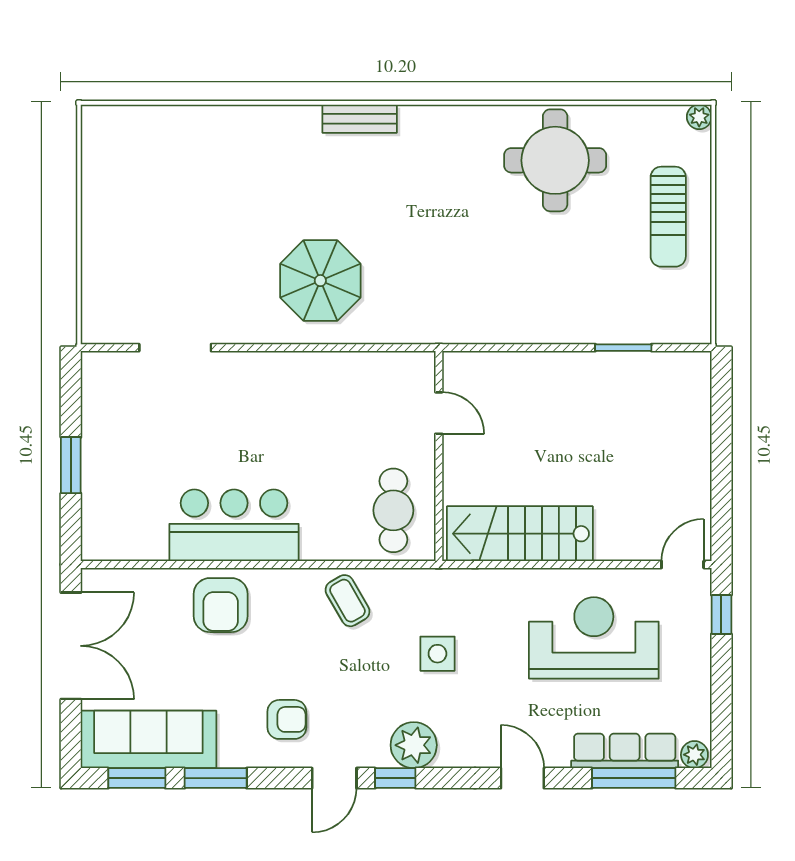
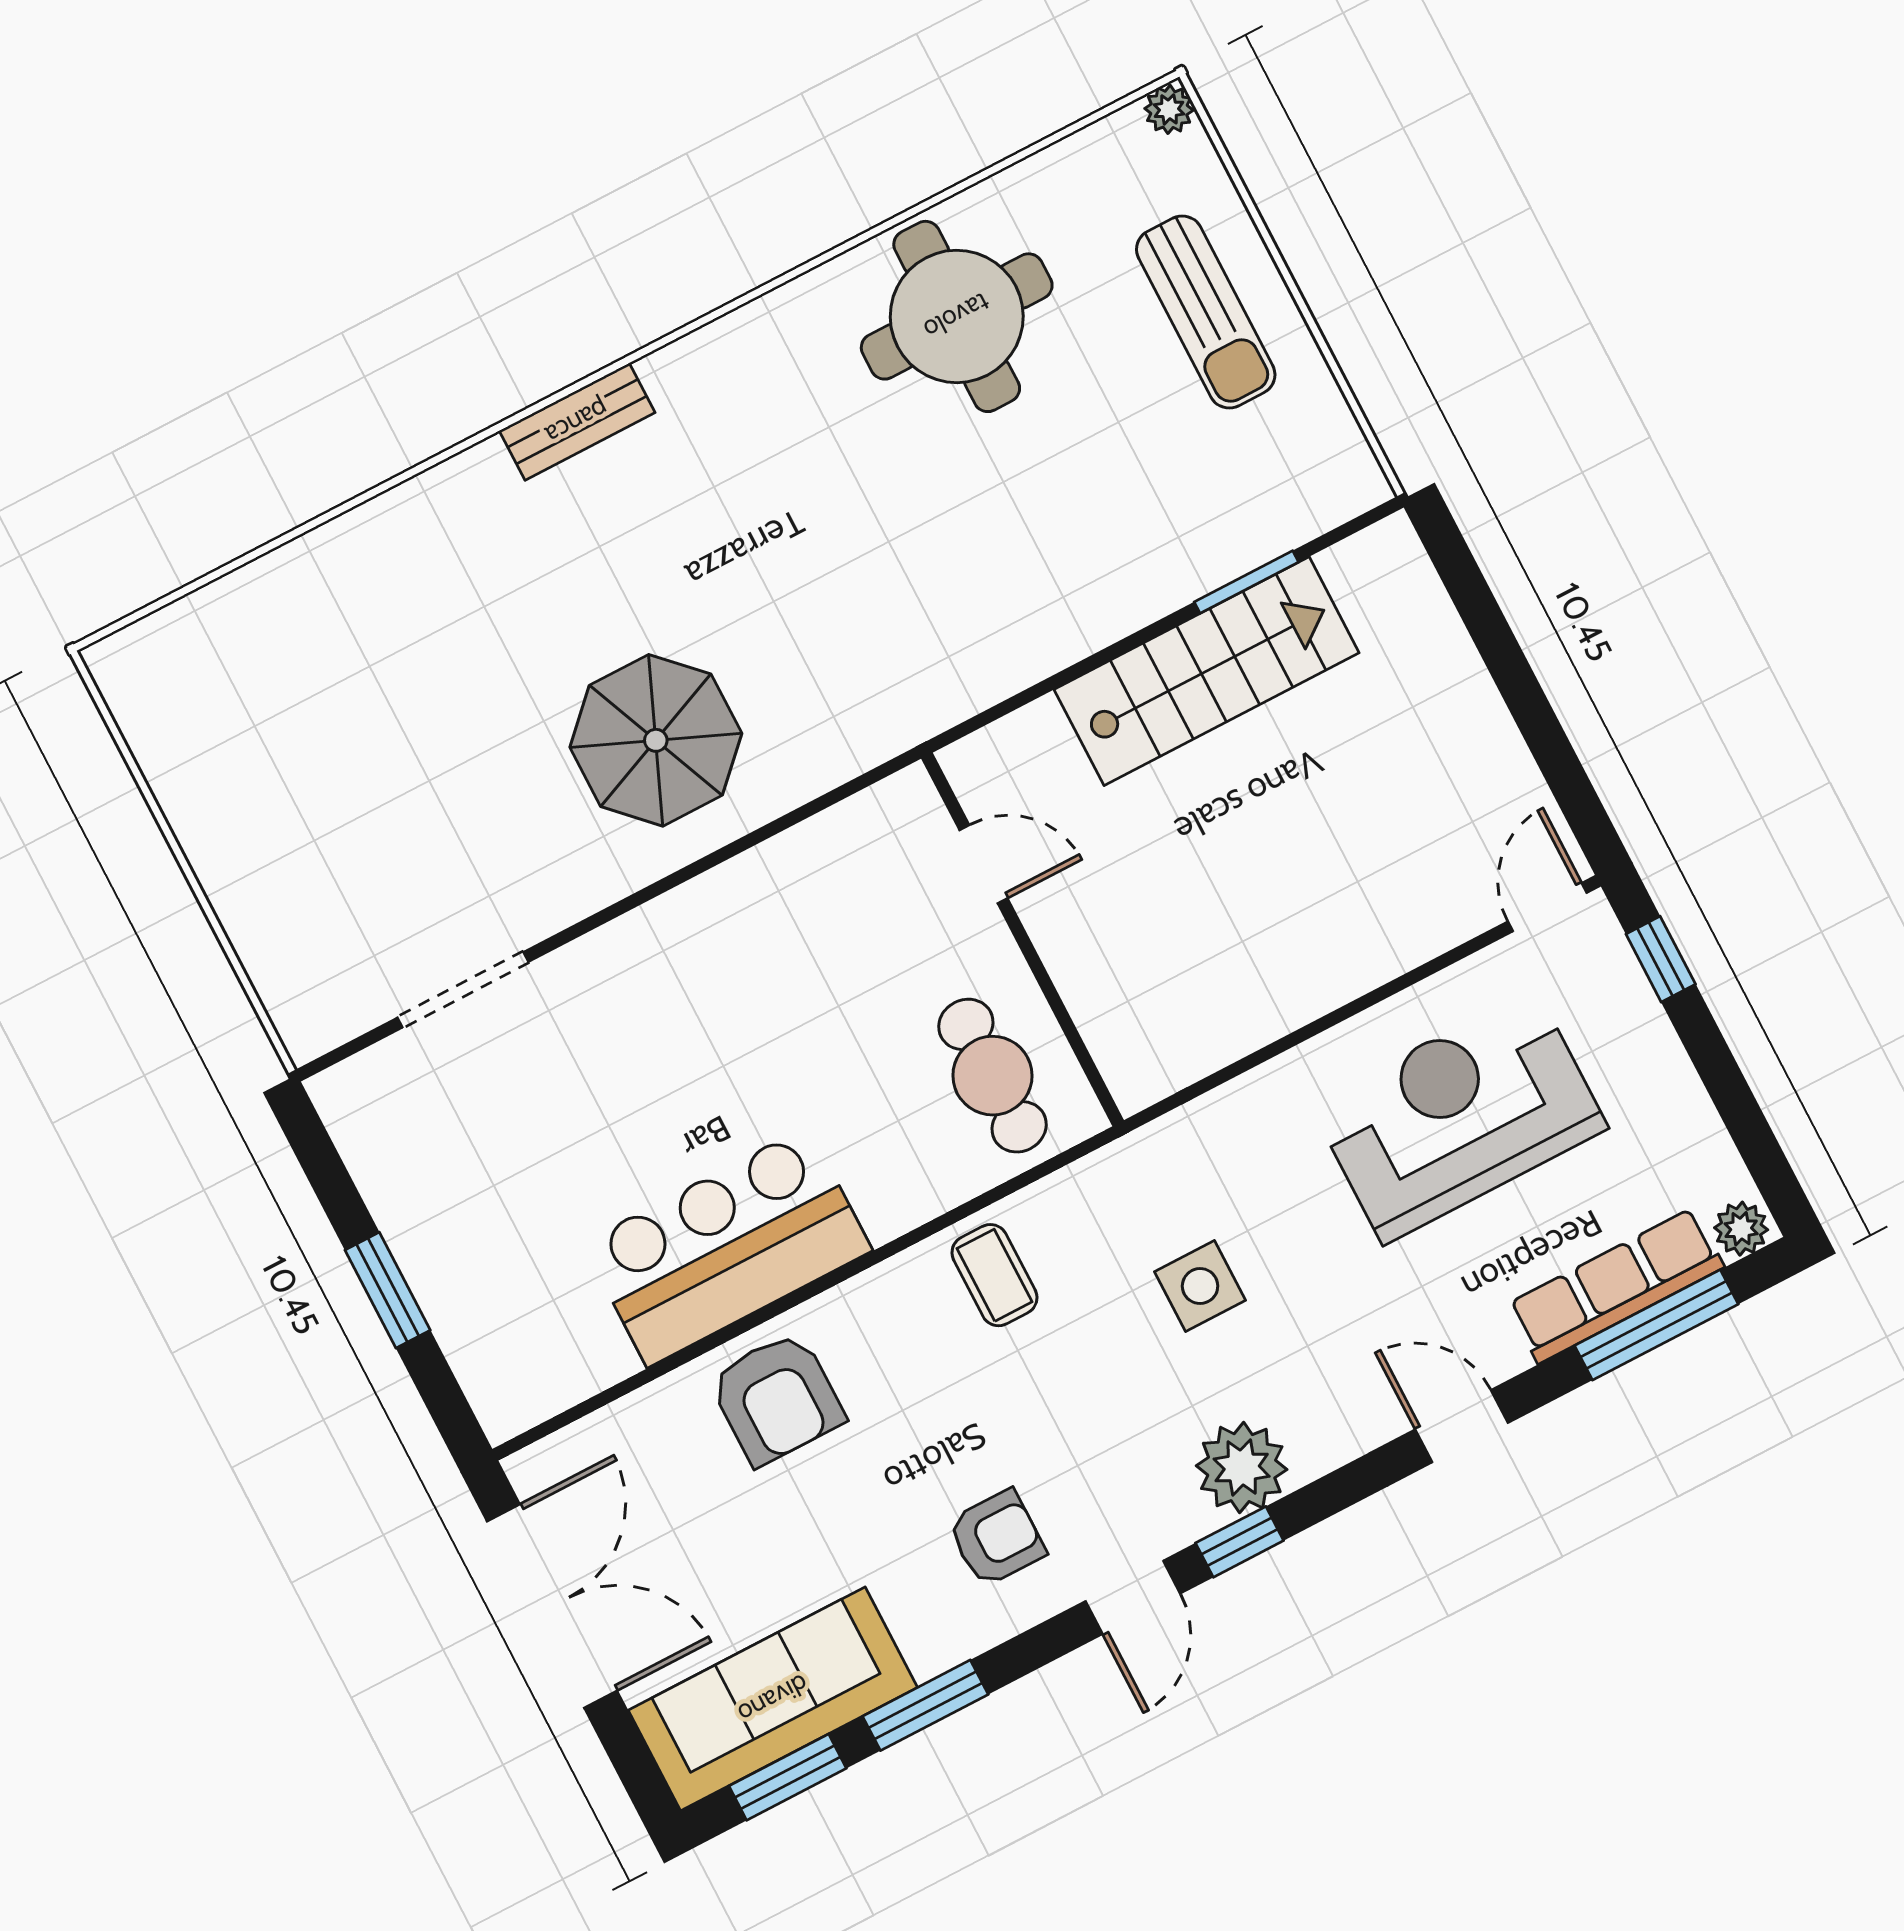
stairs: (520, 534) -> (1207, 671), moved, turned 180
coffee table: (347, 601) -> (994, 1275), turned 30

